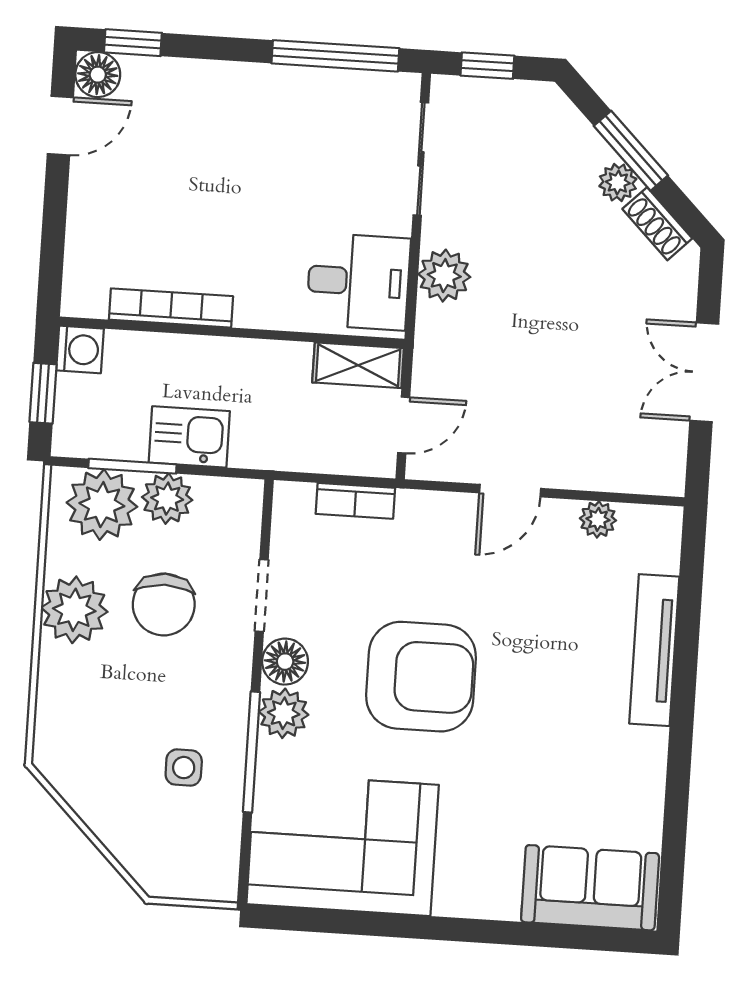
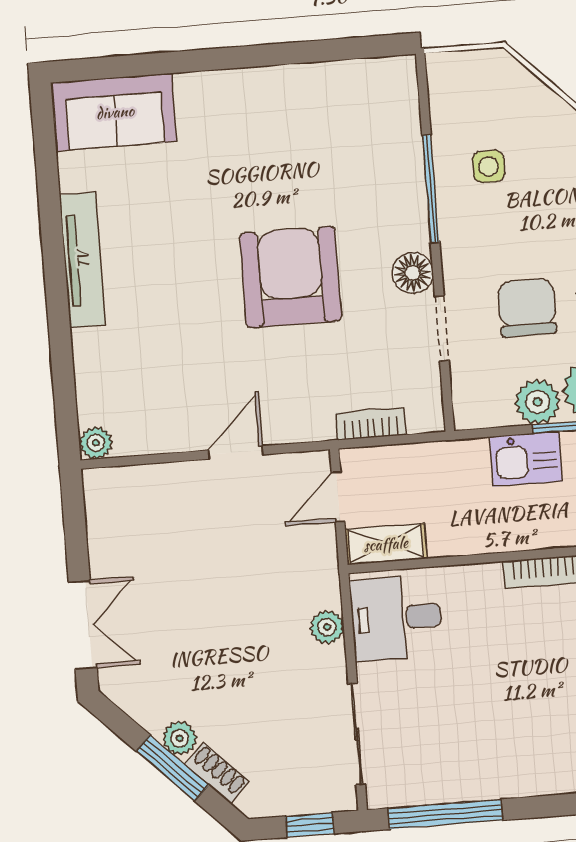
shoe rack: (657, 224) -> (217, 773), moved
plant: (444, 276) -> (327, 627), width x0.73, depth x0.73
double door: (704, 372) -> (83, 625), moved
plant: (598, 519) -> (96, 443), moved
tv unit: (654, 650) -> (83, 260), moved
armchair: (421, 677) -> (291, 277), turned 90
plant: (284, 713) -> (407, 227), removed
corner sofa: (343, 844) -> (339, 119), removed

